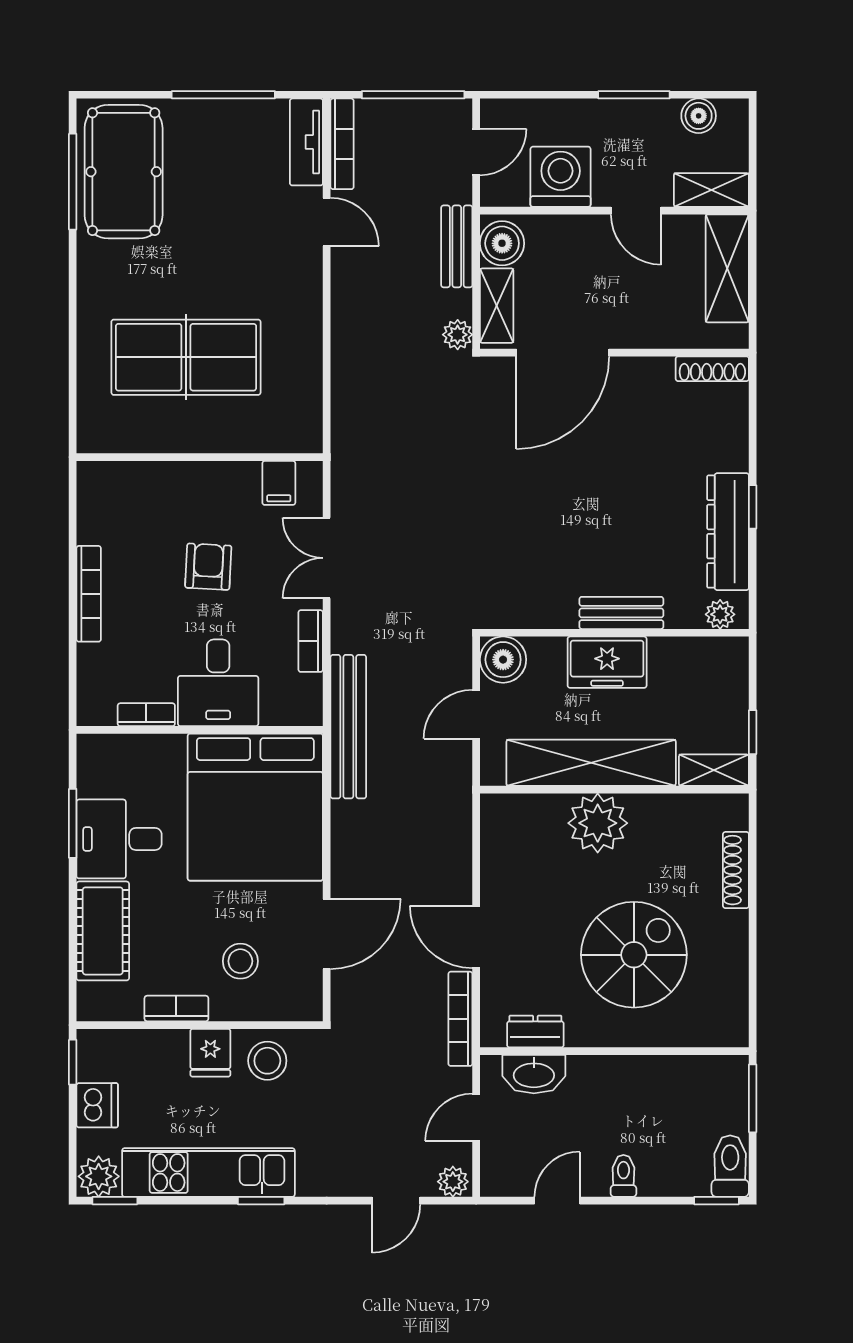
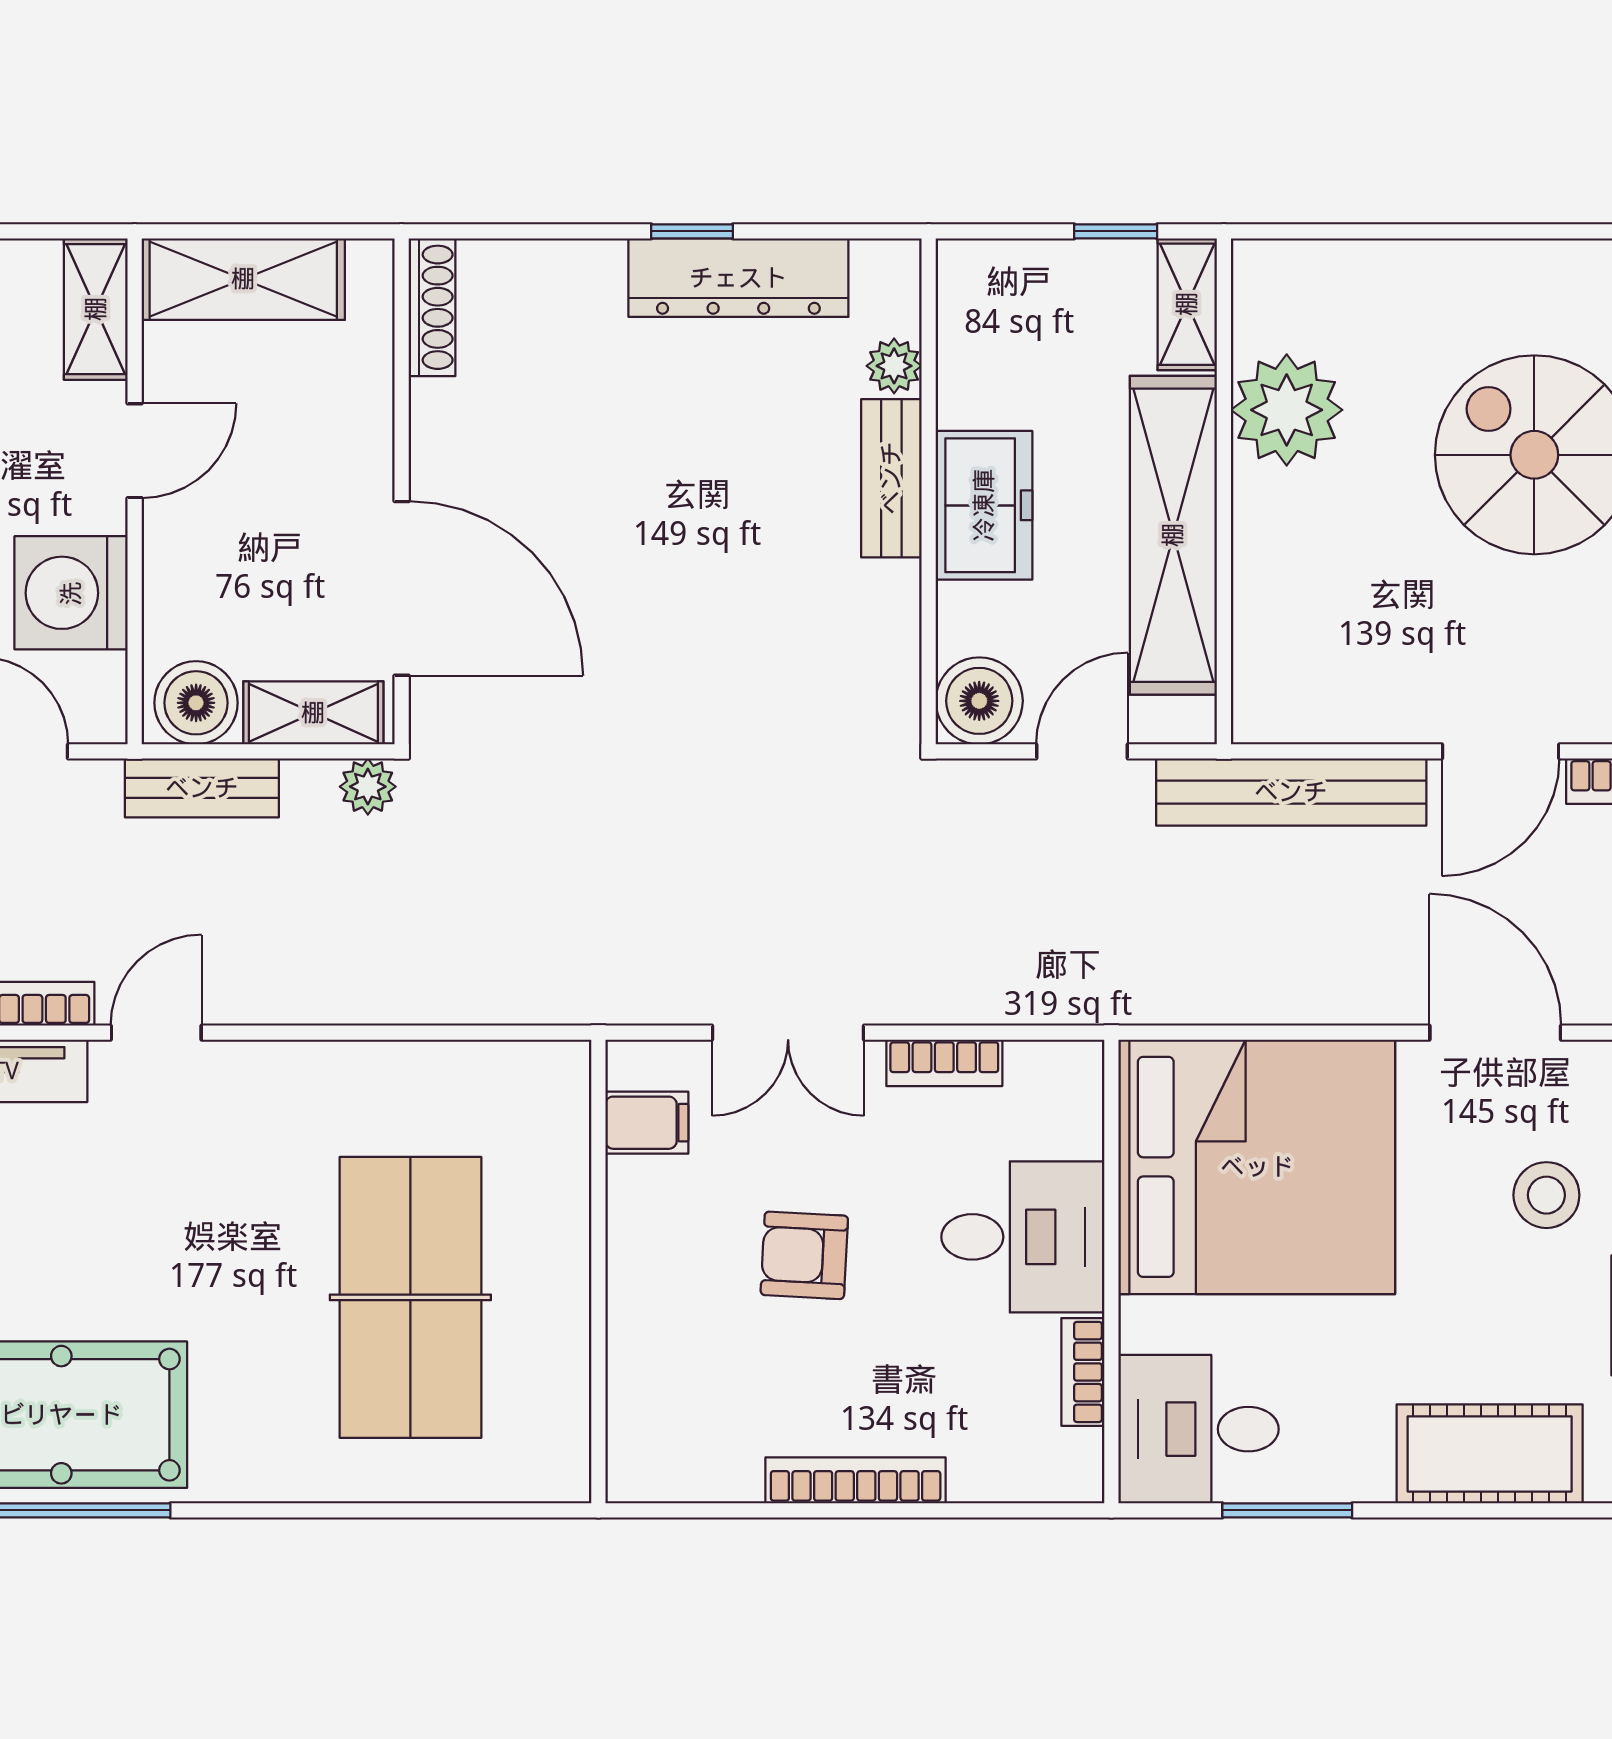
plant: (720, 614) -> (894, 366), moved
door: (476, 714) -> (1082, 751), swing flipped
bench: (348, 727) -> (1291, 792), moved
plant: (598, 823) -> (1287, 410), moved
desk: (119, 839) -> (1199, 1429), moved, turned 90
shoe rack: (736, 870) -> (1375, 263), removed

